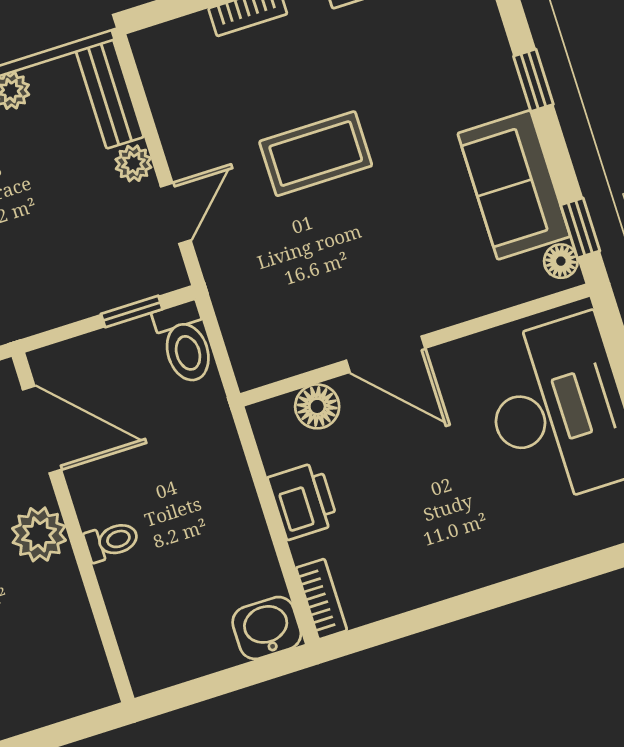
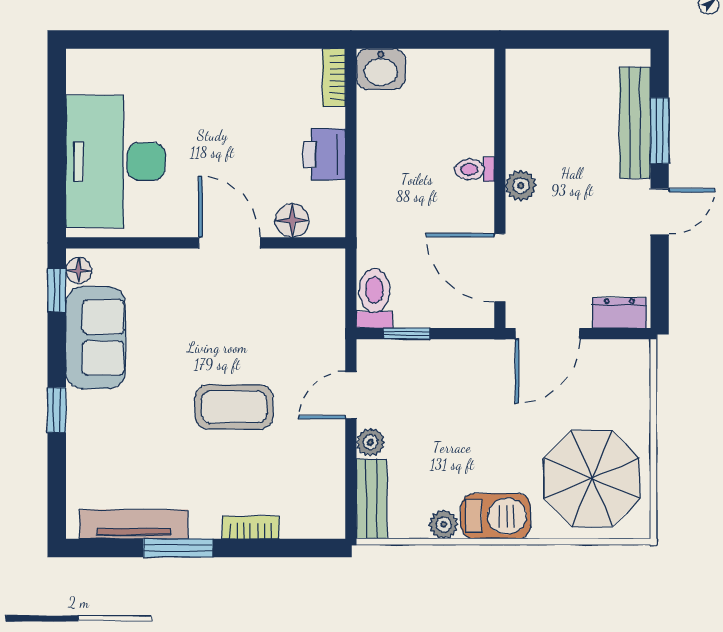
plant: (39, 534) -> (521, 185), width x0.73, depth x0.73

